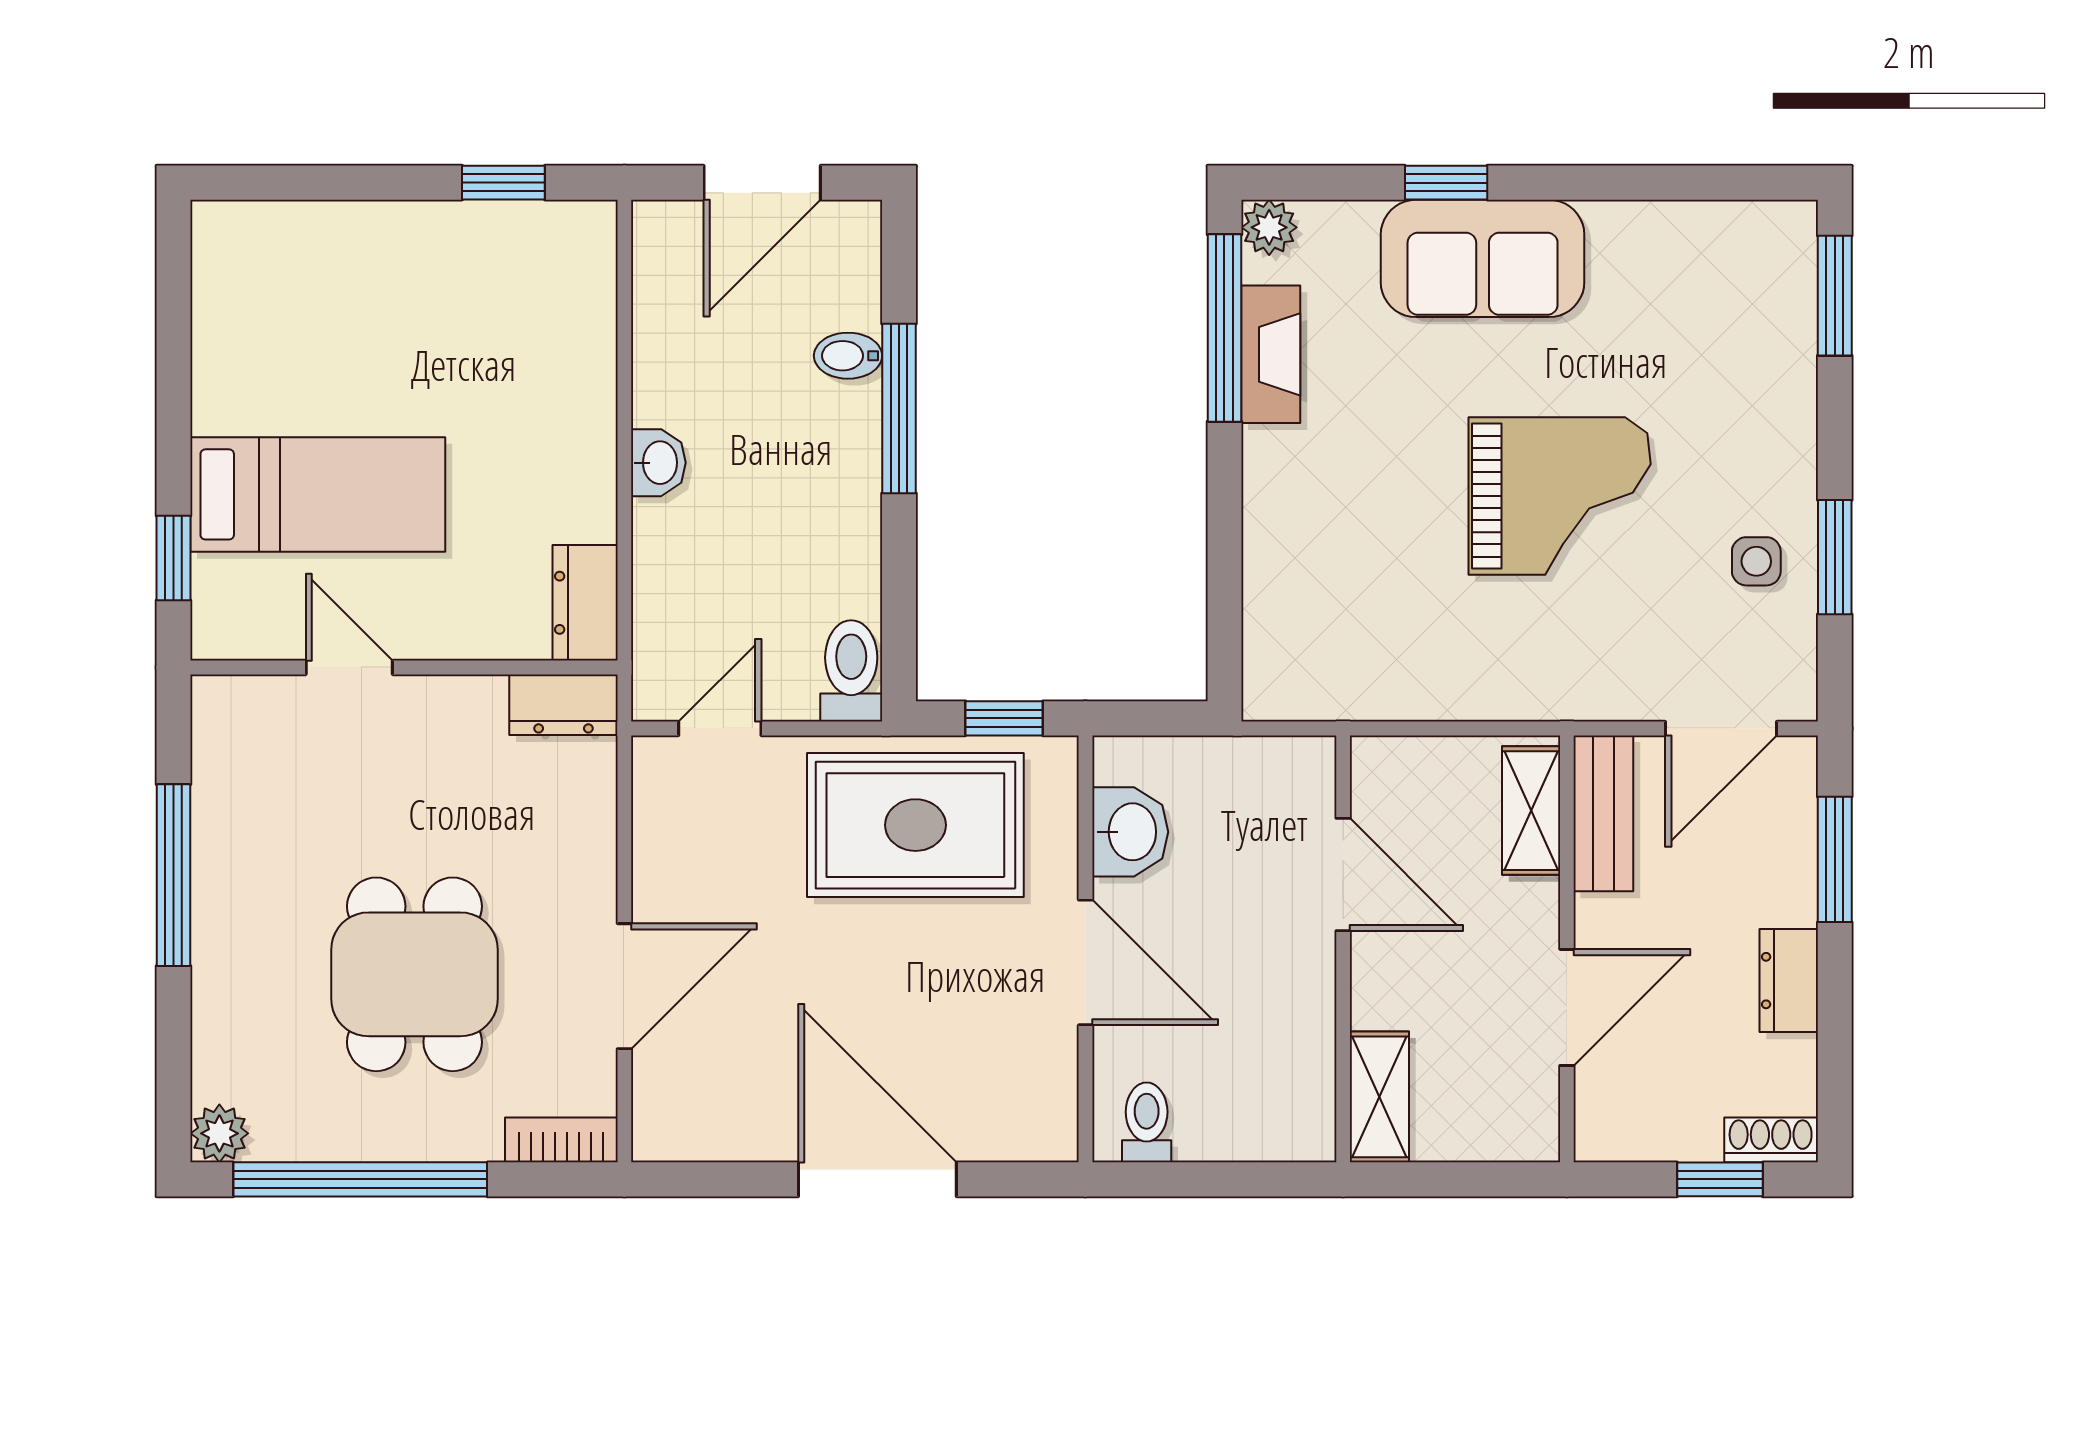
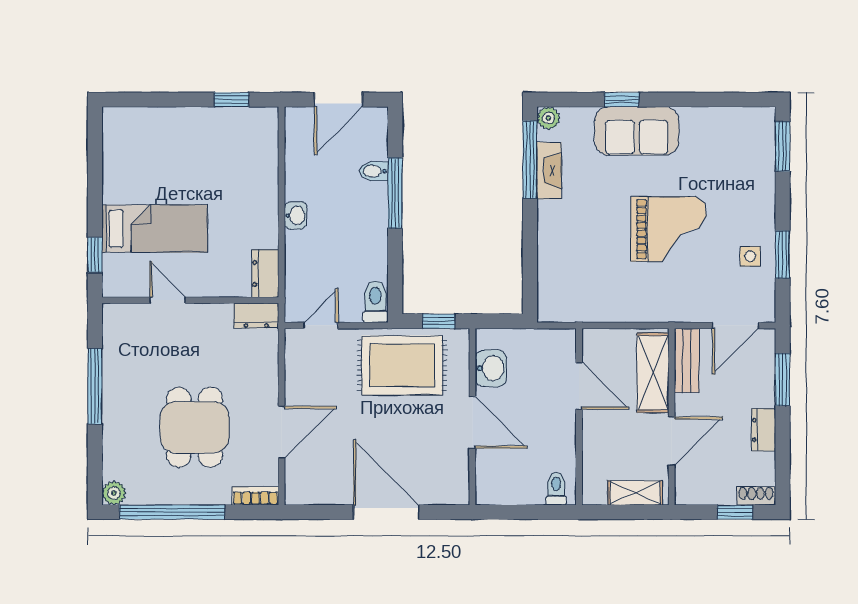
shelving: (1531, 811) -> (653, 373), width x1.50, depth x1.33
shelving: (1379, 1097) -> (635, 493), moved, turned 90
toilet: (1147, 1122) -> (556, 489), moved

